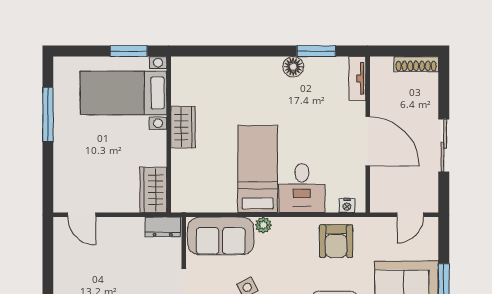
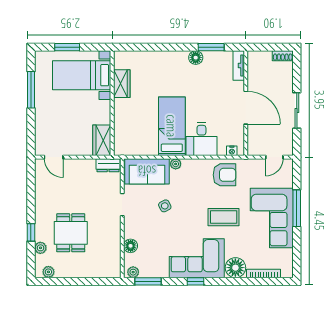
window: (129, 51) -> (67, 47), moved
shoe rack: (416, 64) -> (283, 56), width x0.70
wardrobe: (183, 127) -> (122, 84), moved
armchair: (336, 241) -> (225, 175), turned -90

